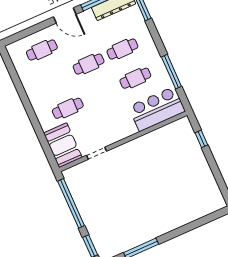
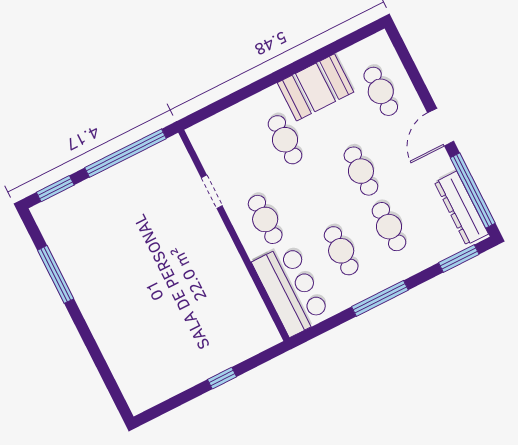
window: (171, 72) -> (380, 298), moved
cafe table: (115, 122) -> (265, 219), added
window: (201, 139) -> (222, 378), moved
booth: (63, 145) -> (316, 87), moved

